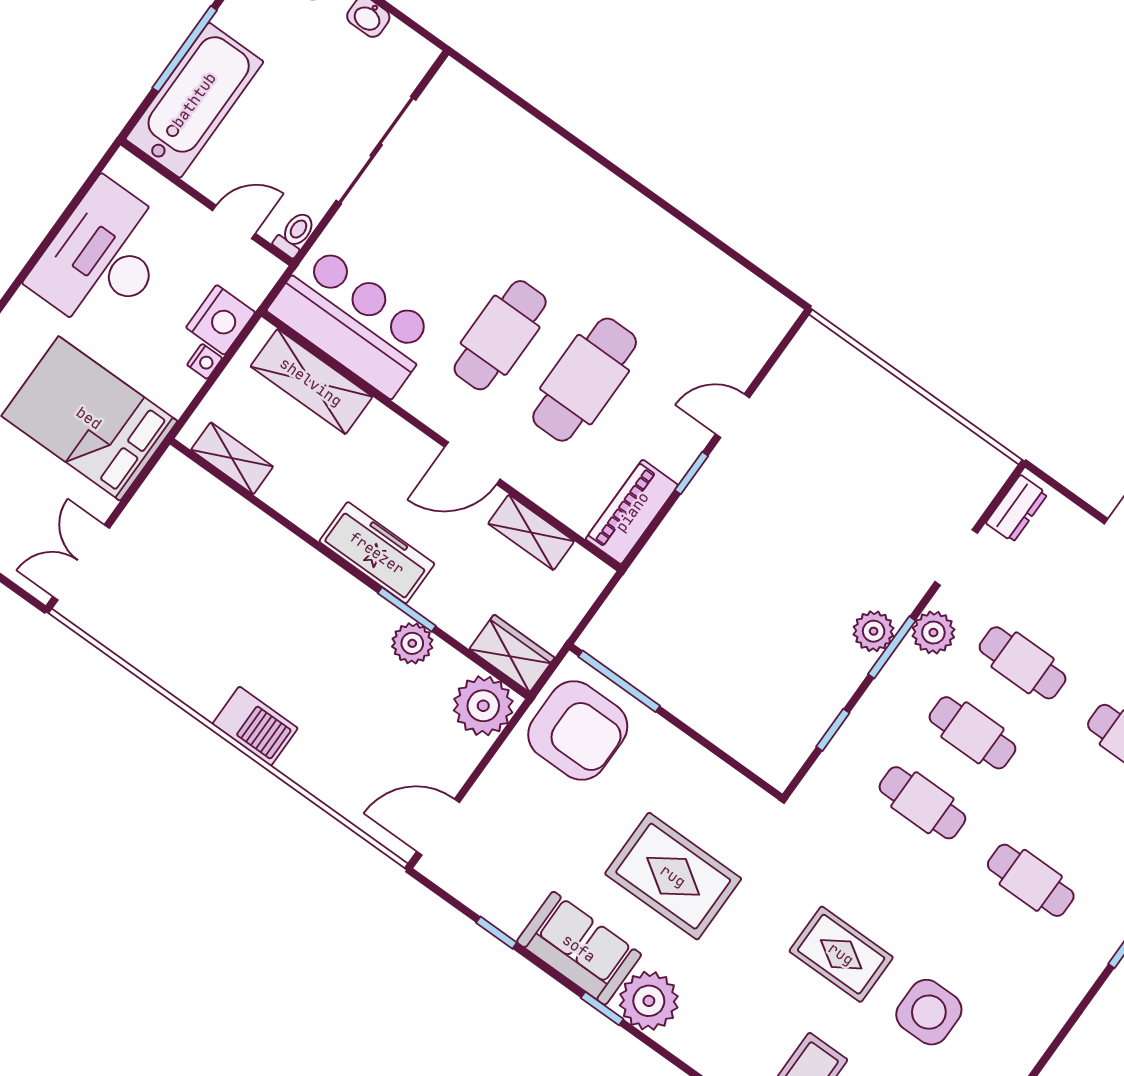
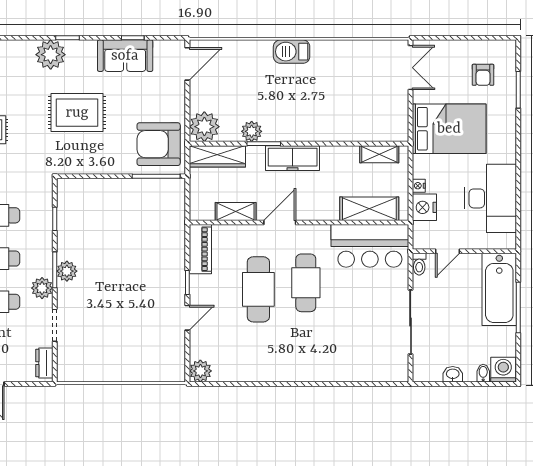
plant: (773, 315) -> (200, 371), added
wardrobe: (512, 653) -> (217, 156), width x1.50
sofa: (579, 948) -> (125, 56), moved

